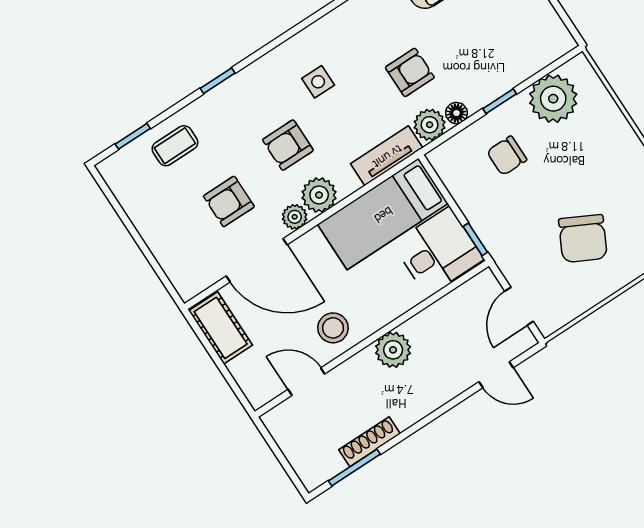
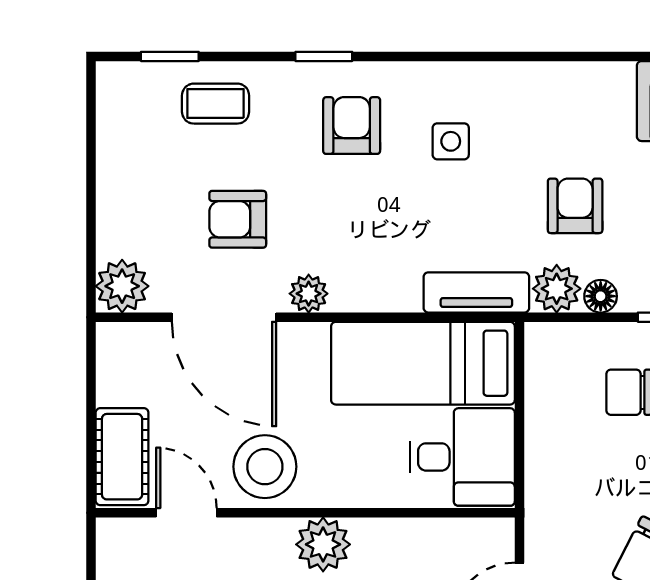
armchair: (410, 72) -> (575, 206), turned -90
armchair: (288, 145) -> (352, 126), moved, turned 90
plant: (319, 195) -> (122, 286), moved
window: (475, 239) -> (519, 472), removed
cot: (221, 328) -> (122, 457), moved
stool: (333, 328) -> (265, 467), width x1.38, depth x1.38

